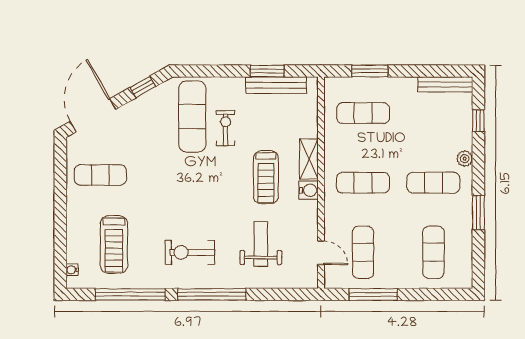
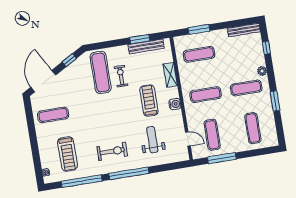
shelving: (309, 159) -> (170, 75), moved
treadmill: (266, 177) -> (149, 101), turned 180
exercise bike: (190, 252) -> (112, 151), turned 180

